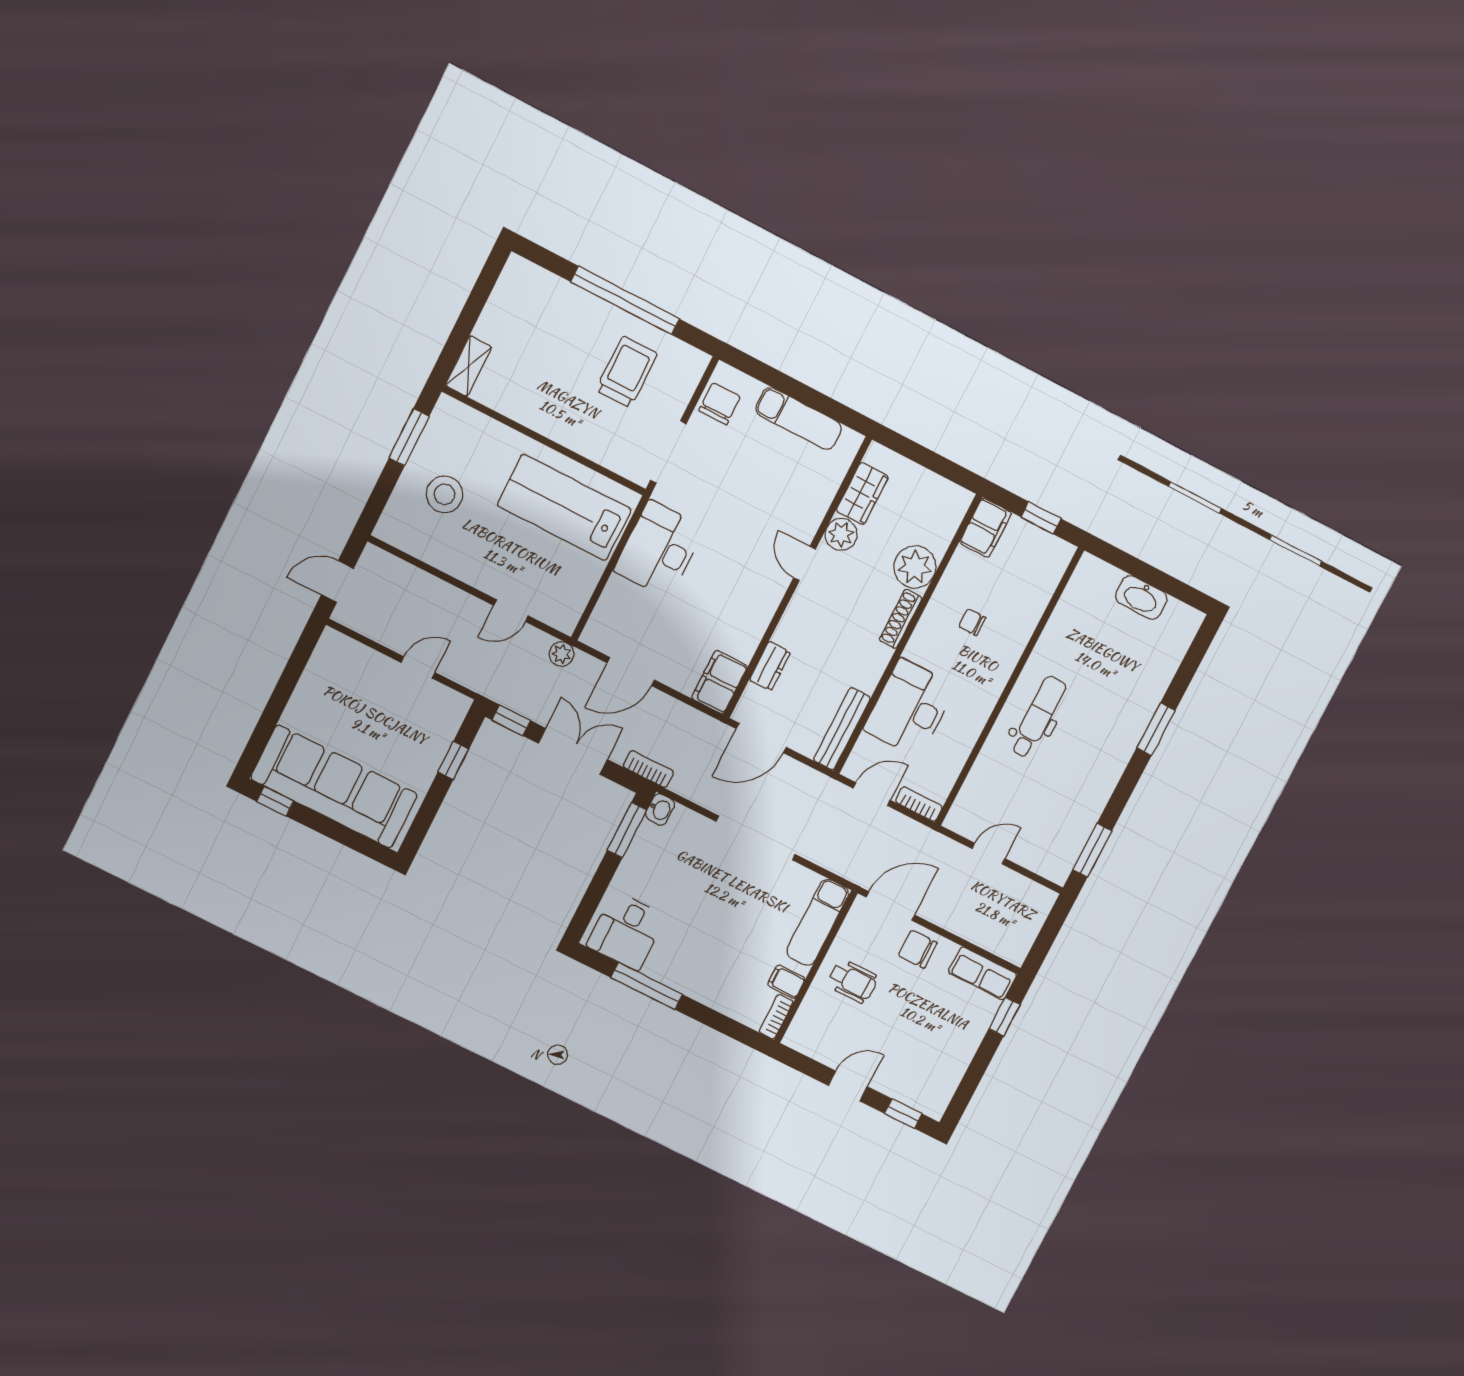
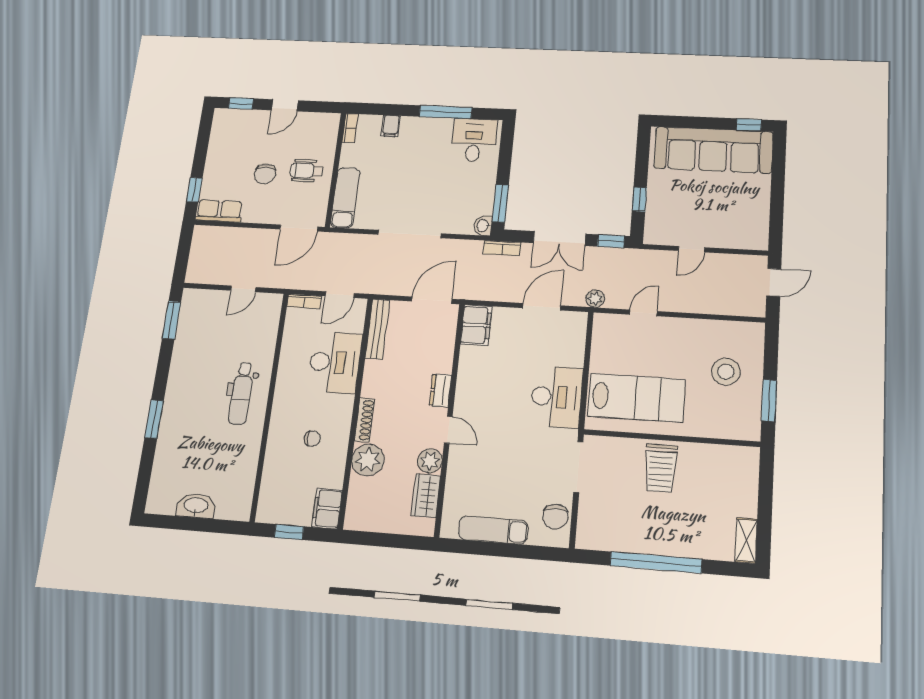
shelving: (468, 366) -> (746, 540), moved
trolley: (627, 372) -> (661, 468), moved
dresser: (770, 666) -> (440, 390), moved
chair: (918, 949) -> (265, 174), moved, turned 90
filing cabinet: (786, 982) -> (391, 126), moved, turned 90

